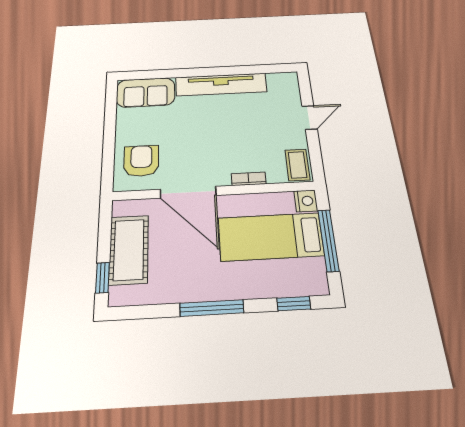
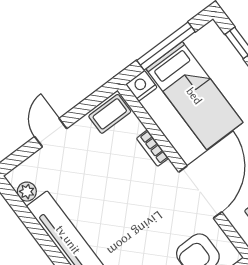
plant: (275, 79) -> (27, 192), added
door: (310, 118) -> (51, 133), hinge flipped

